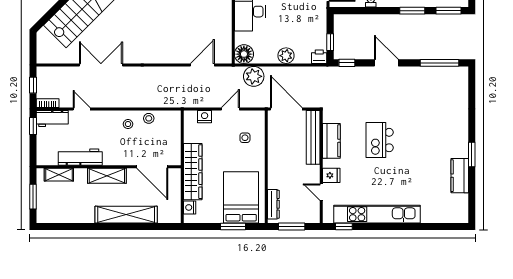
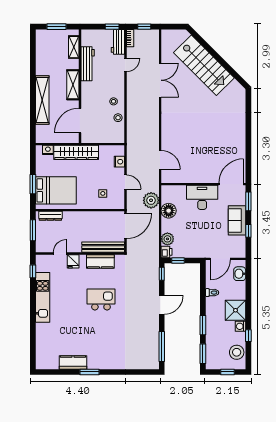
floor lamp: (244, 54) -> (169, 211), moved
plant: (286, 56) -> (167, 239), moved
kitchen unit: (377, 214) -> (43, 297), width x0.73

